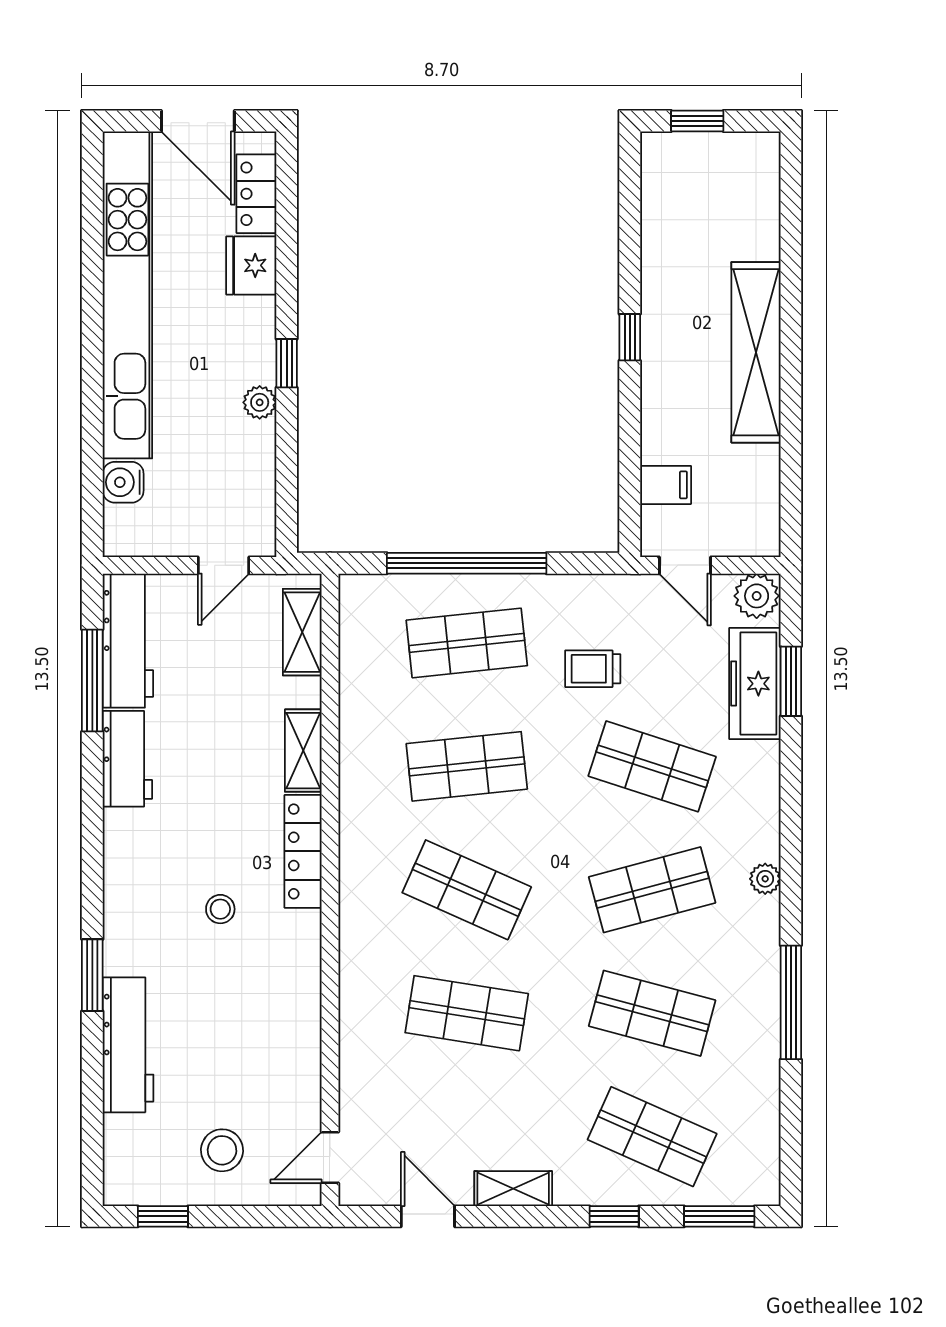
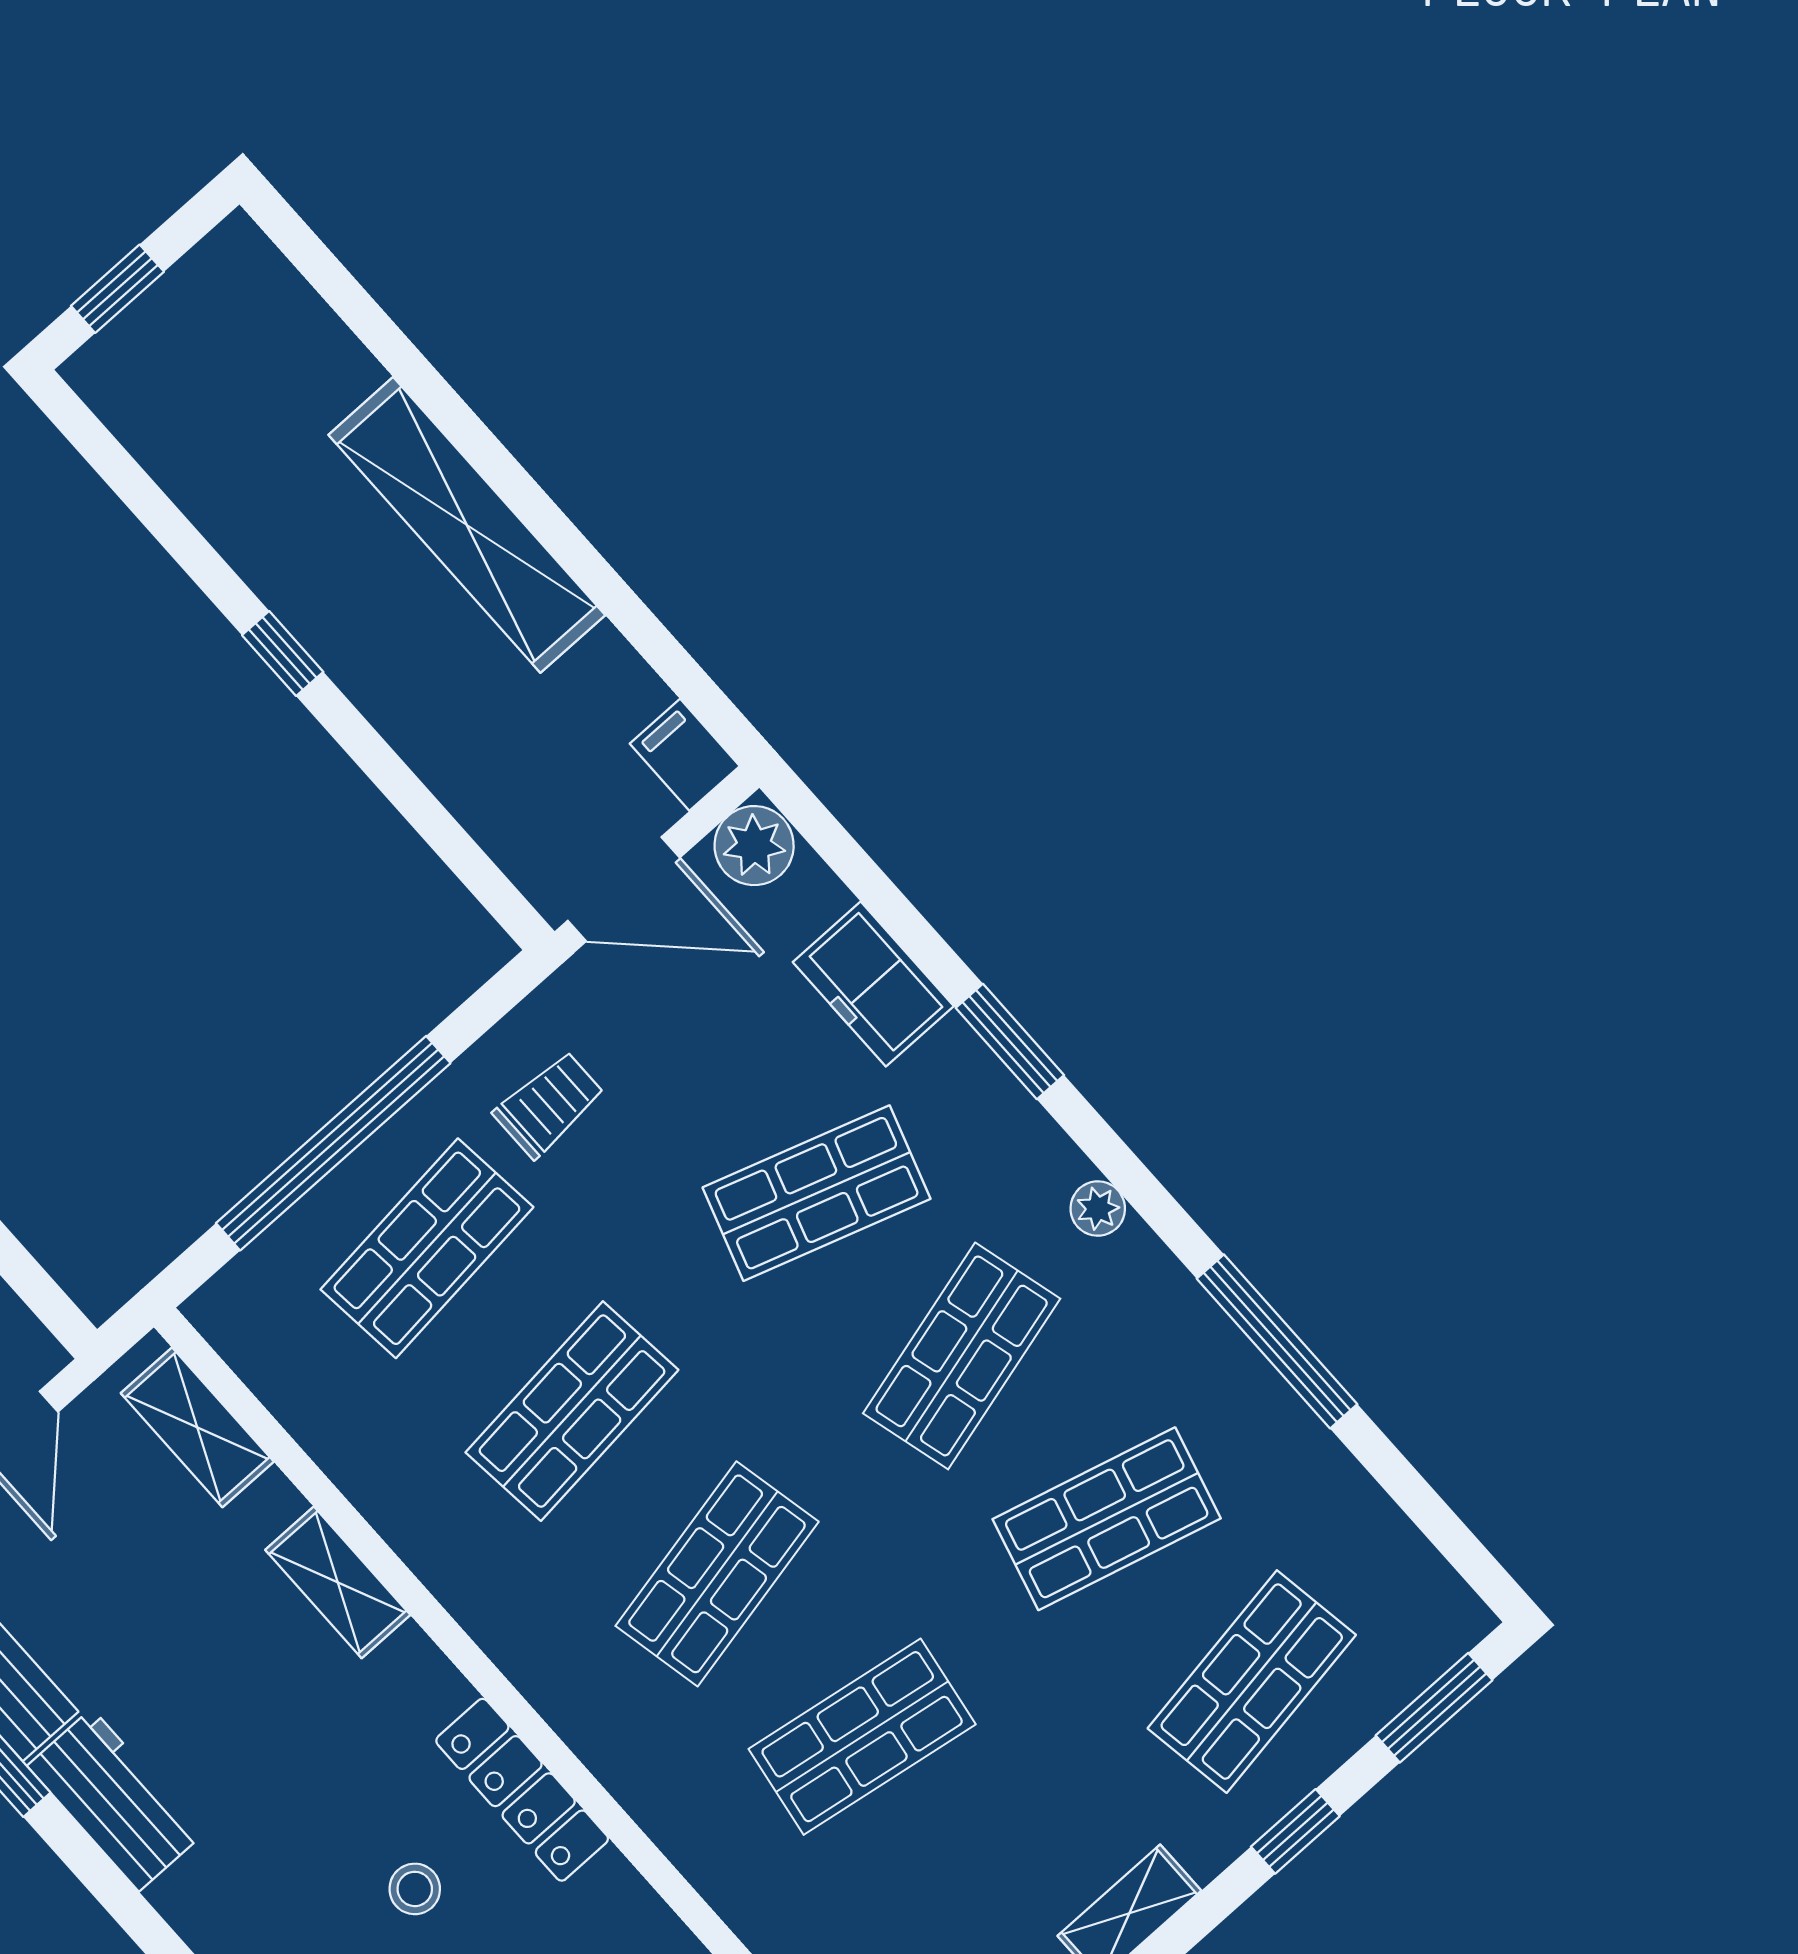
filing cabinet: (666, 485) -> (685, 755), moved, turned -90
door: (685, 565) -> (624, 889), width x1.38
trolley: (593, 669) -> (549, 1104), moved, turned 180
window: (791, 681) -> (1010, 1042), moved
freezer: (755, 684) -> (873, 984), width x0.71
locker: (303, 851) -> (522, 1790), moved
shop shelf: (467, 890) -> (717, 1574), turned -36
shop shelf: (652, 1137) -> (1252, 1682), turned -33

